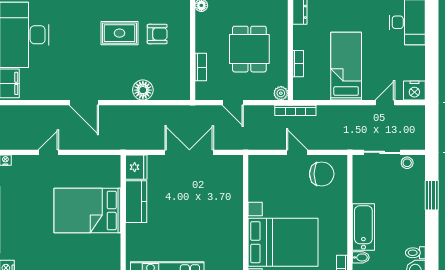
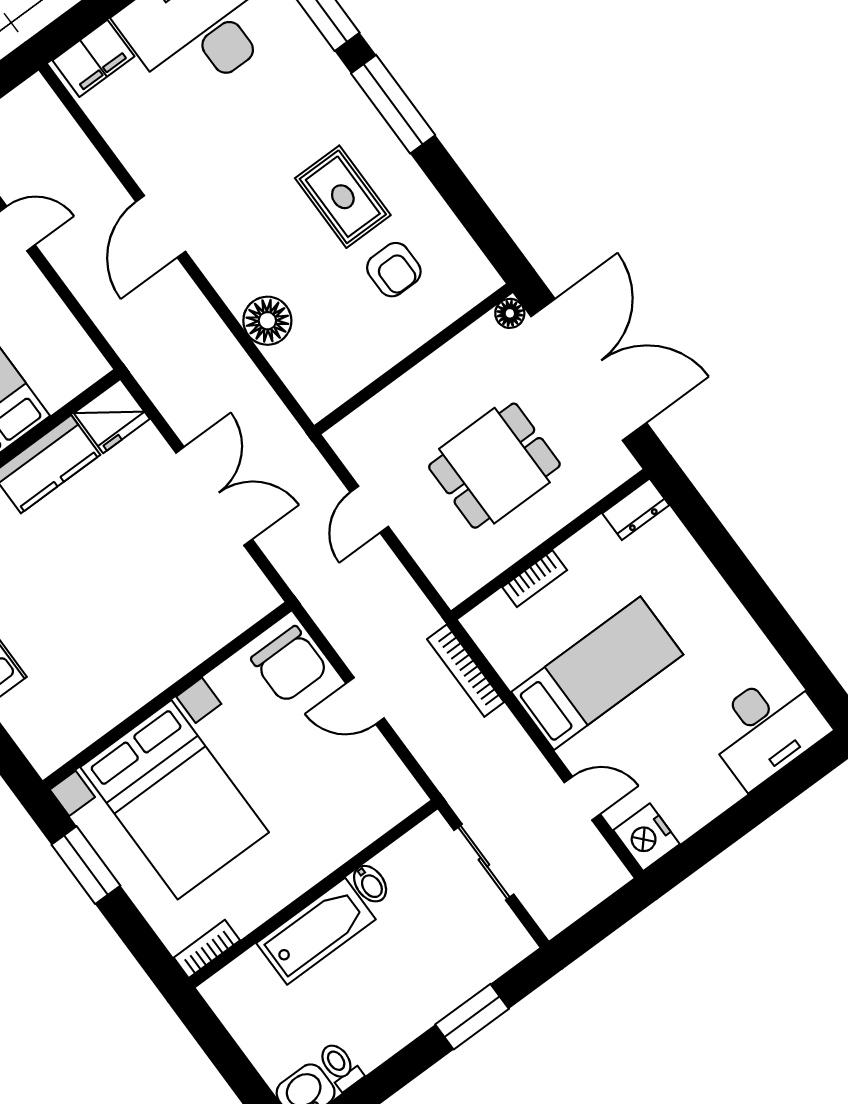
bookcase: (201, 67) -> (392, 398), removed
plant: (281, 93) -> (454, 587), removed
bookcase: (295, 110) -> (466, 671), moved
door: (297, 152) -> (365, 701), swing flipped
stool: (407, 163) -> (499, 924), removed
chair: (322, 174) -> (290, 664), moved
bidet: (361, 257) -> (370, 884), moved

